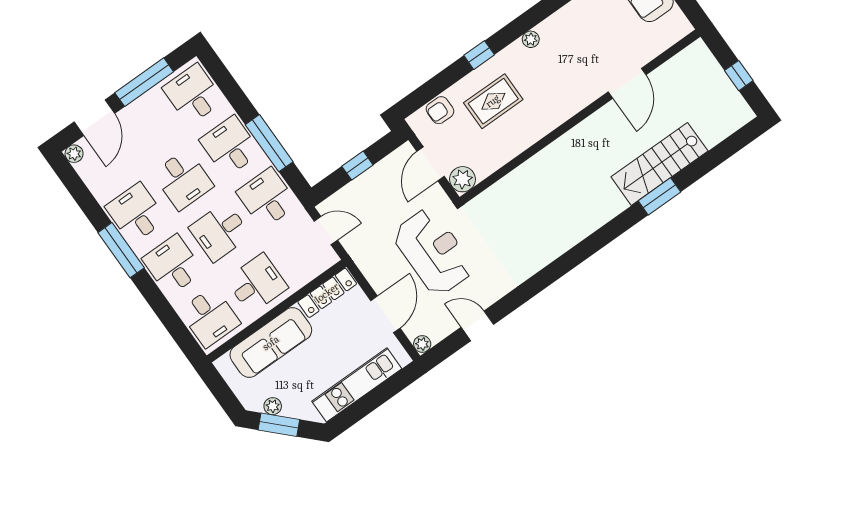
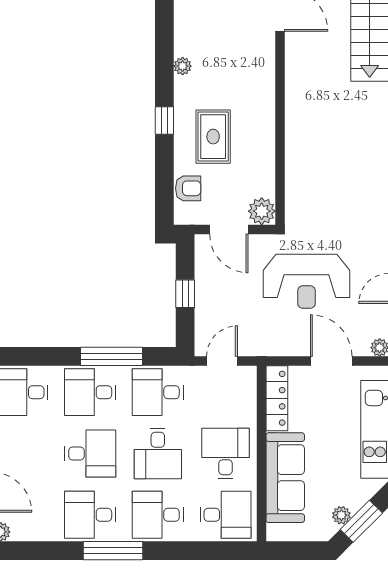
armchair: (440, 110) -> (188, 188), turned -90
reception desk: (433, 252) -> (306, 281), turned 180

